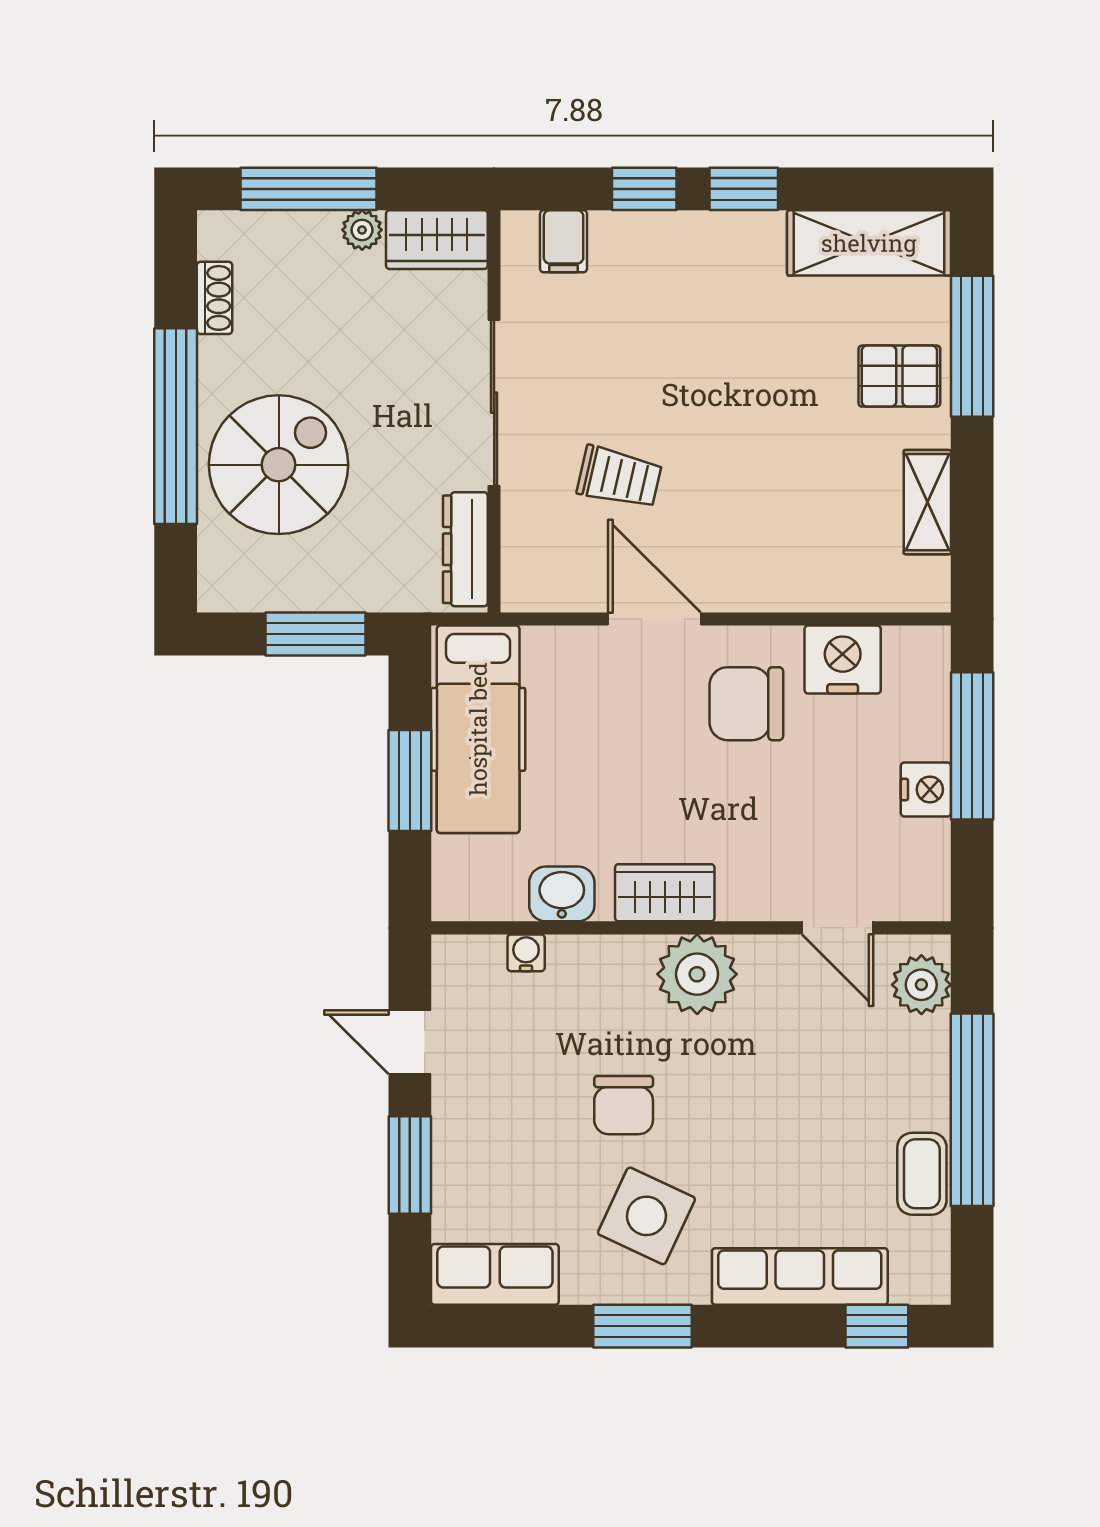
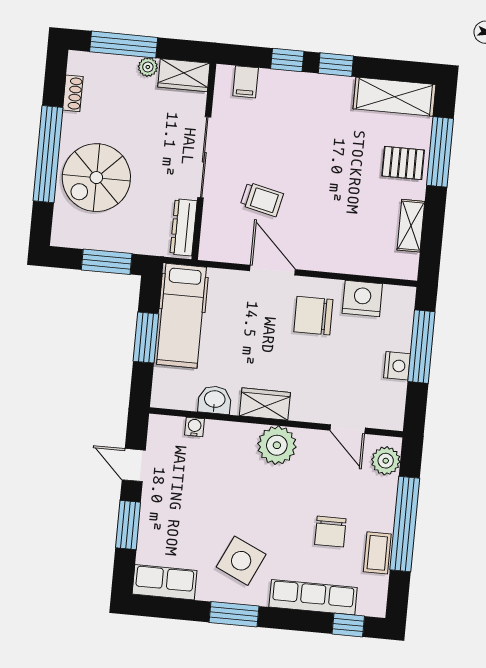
spiral stairs: (279, 465) -> (96, 178), turned 180
chair: (624, 1105) -> (330, 532), moved

